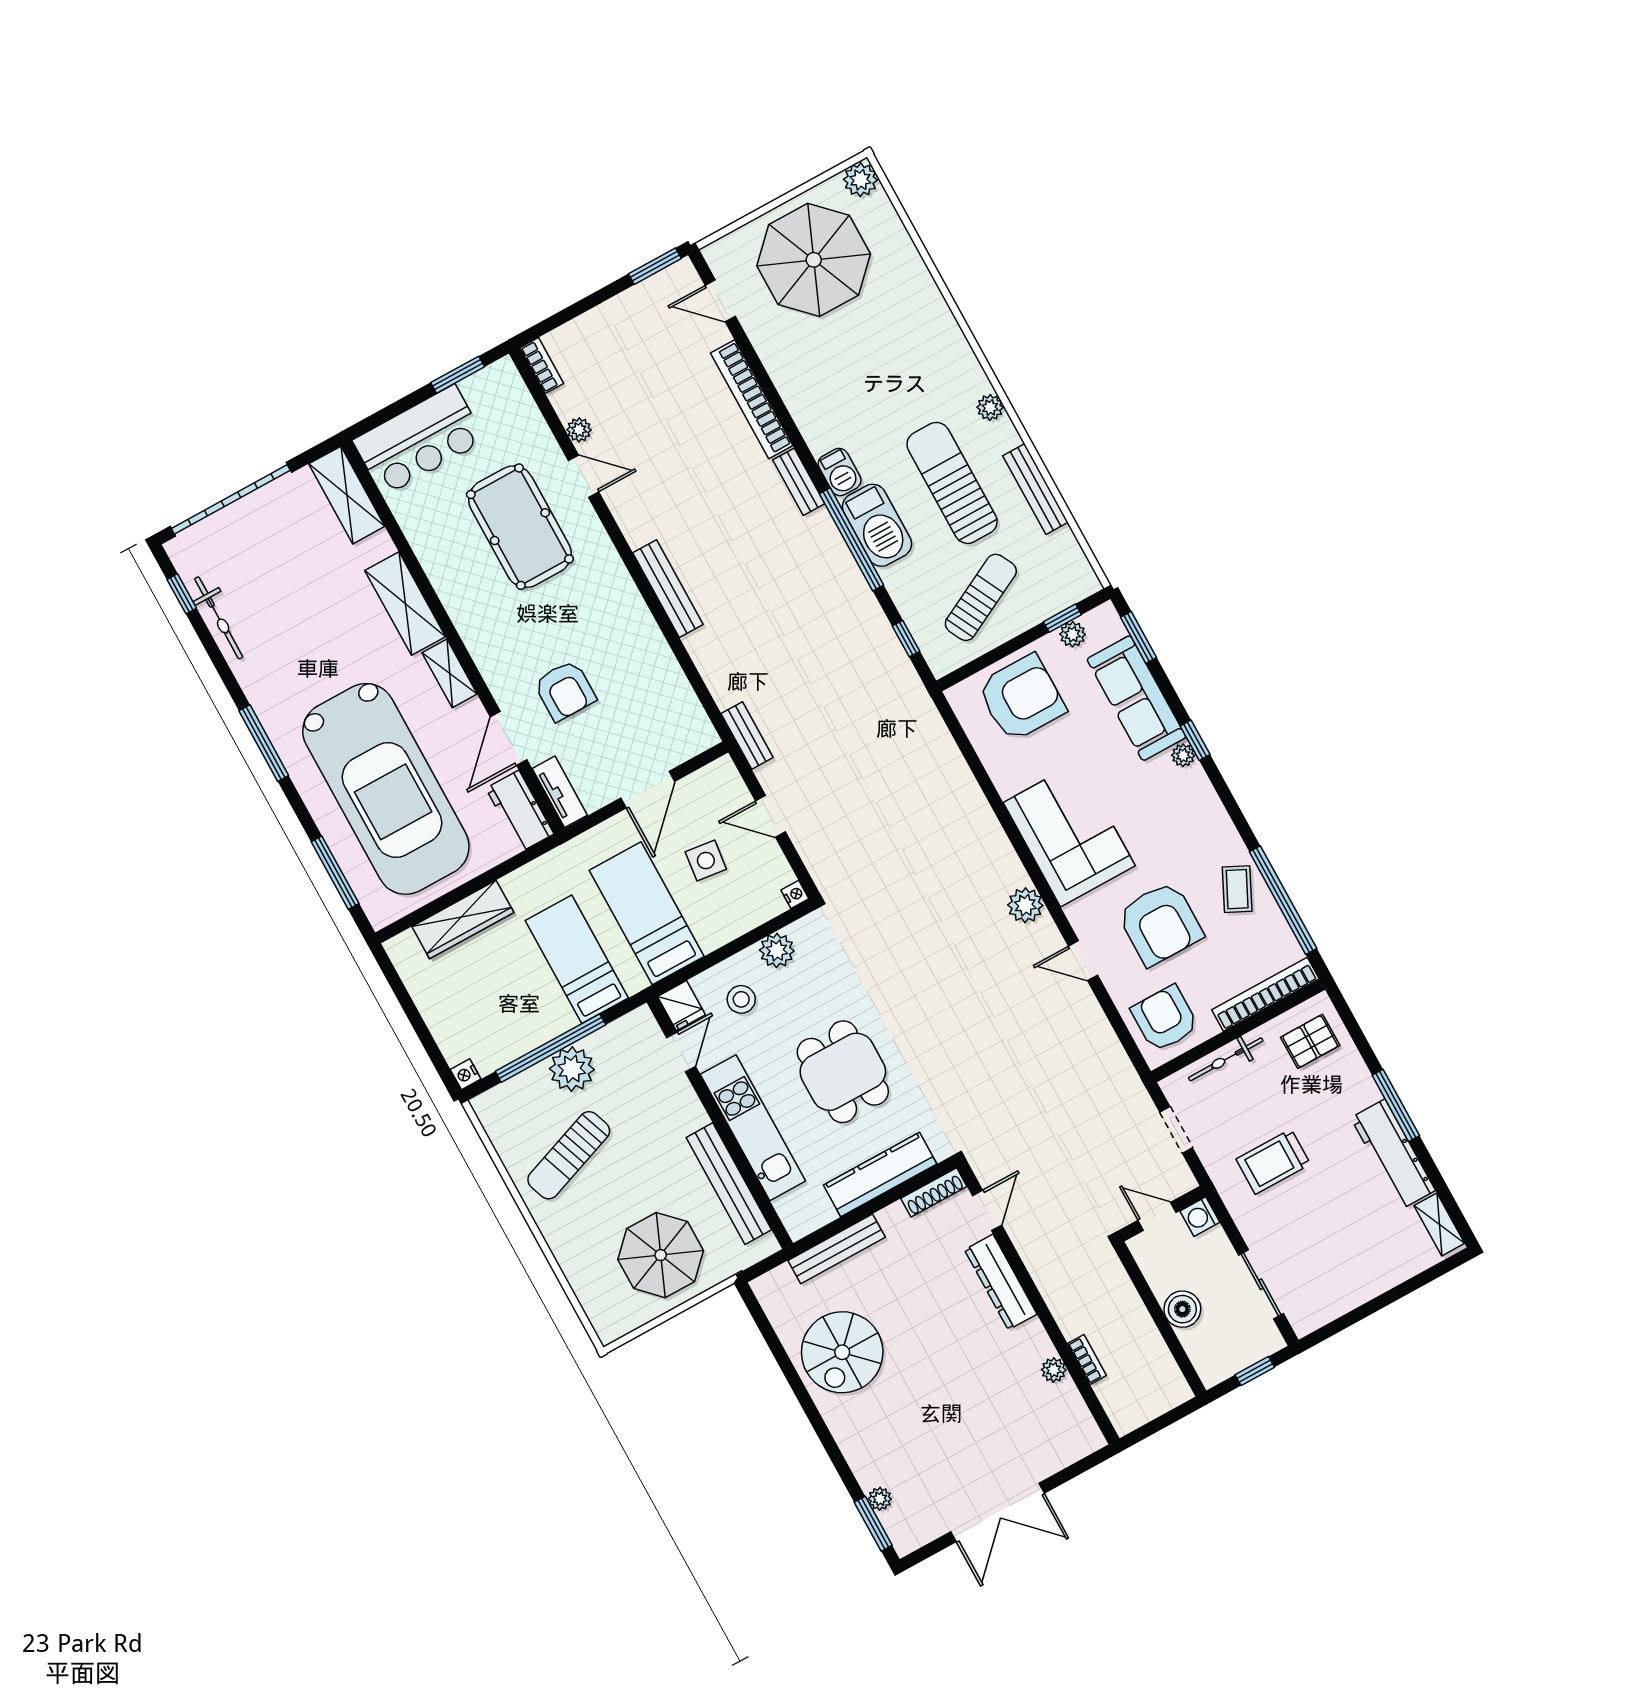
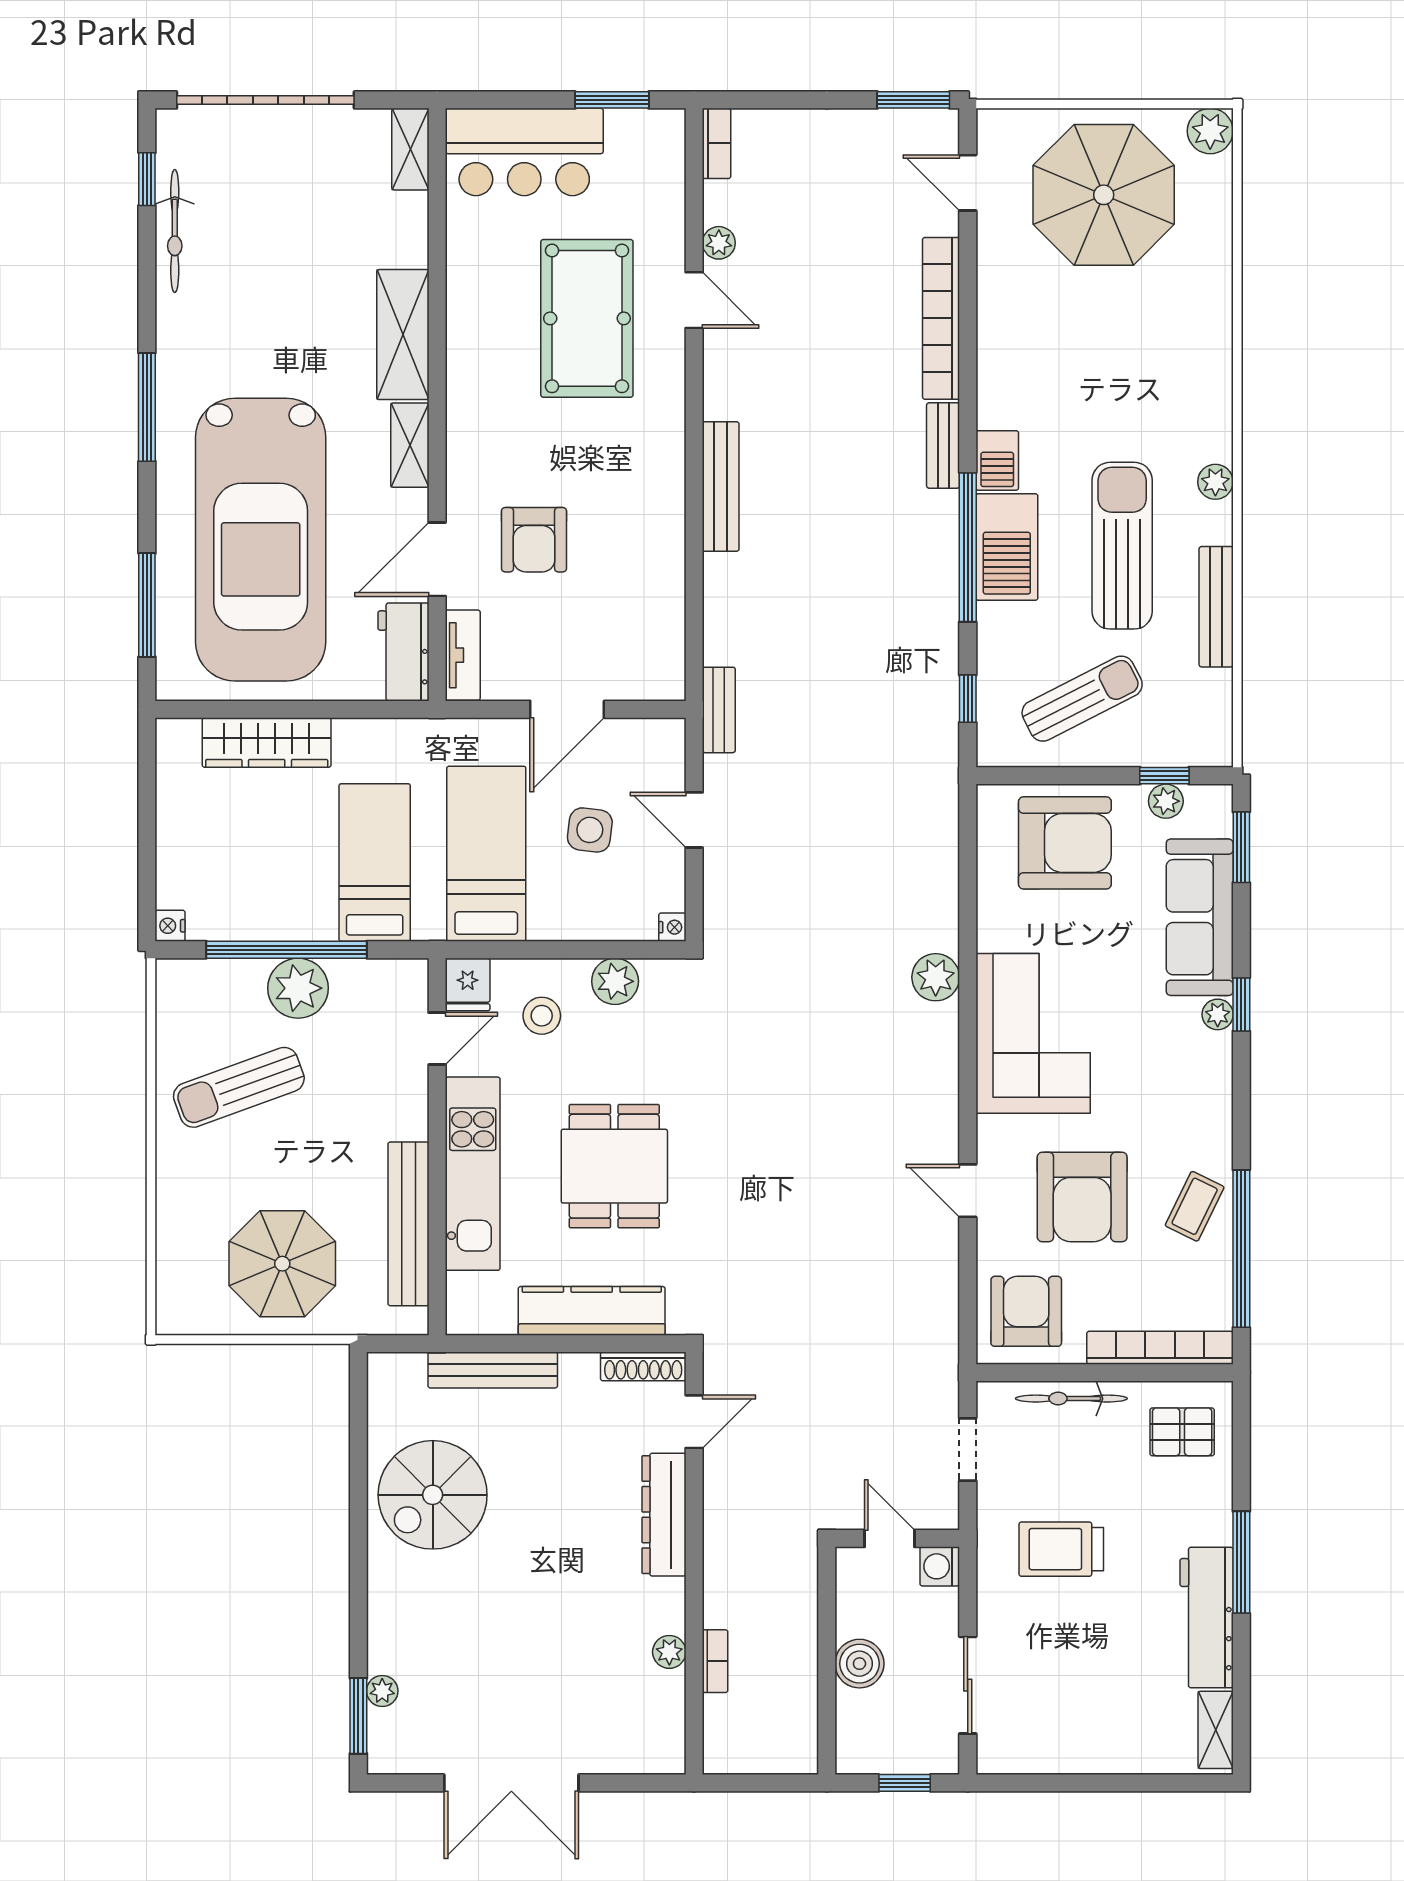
shelving: (347, 495) -> (410, 149), width x0.67, depth x0.75
plant: (1025, 905) -> (936, 977), moved

